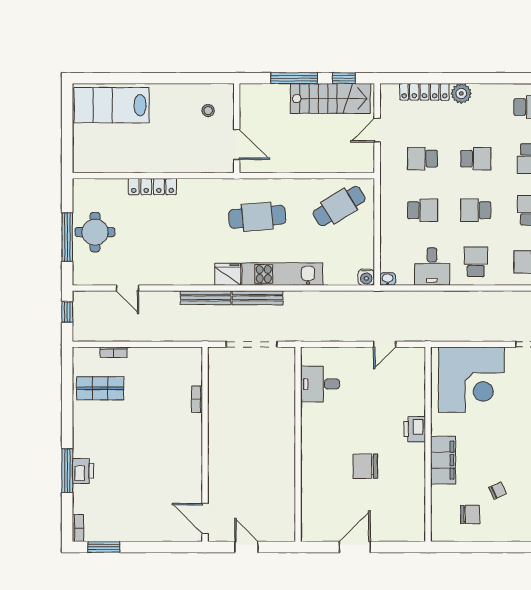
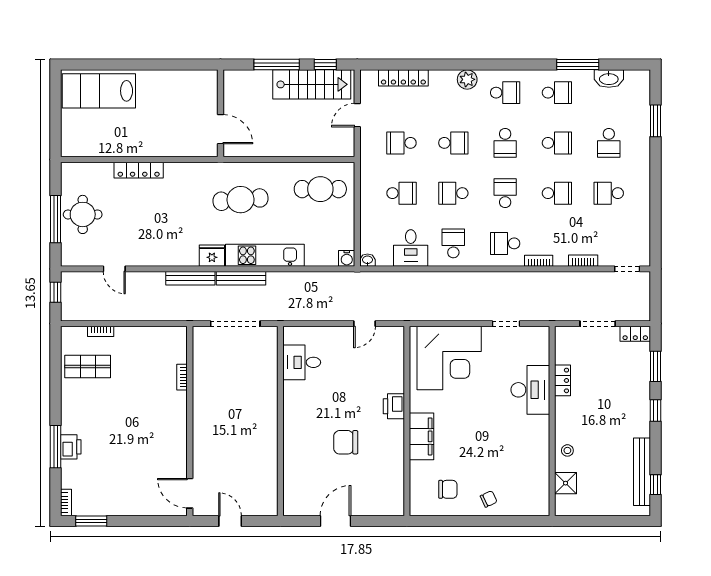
plant: (461, 93) -> (467, 79), moved
stool: (208, 111) -> (193, 96), removed
cafe table: (339, 206) -> (320, 189), turned 31
chair: (498, 490) -> (489, 499), moved

